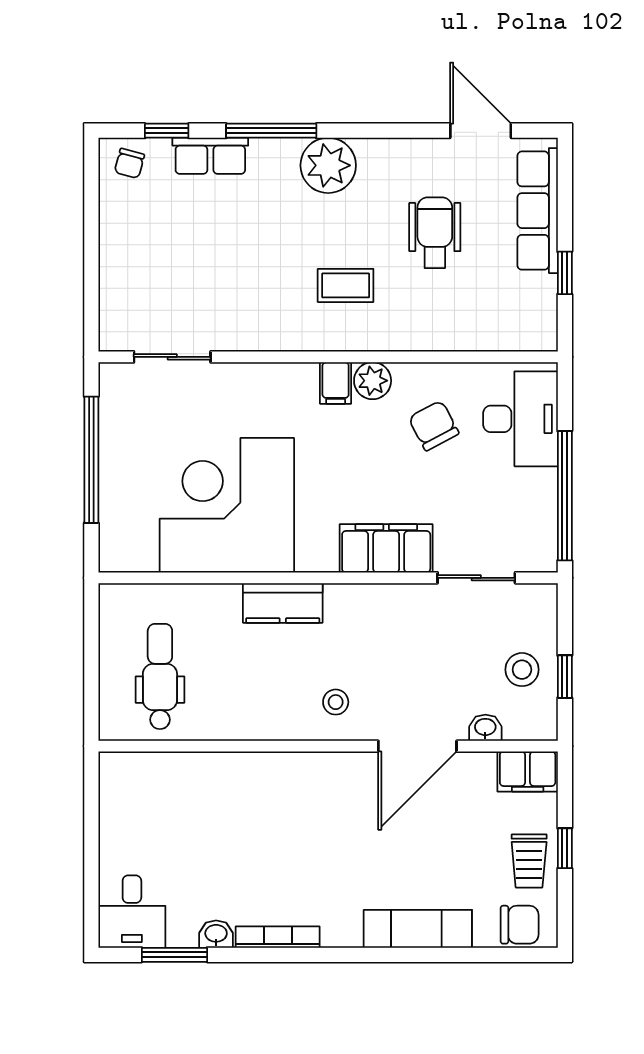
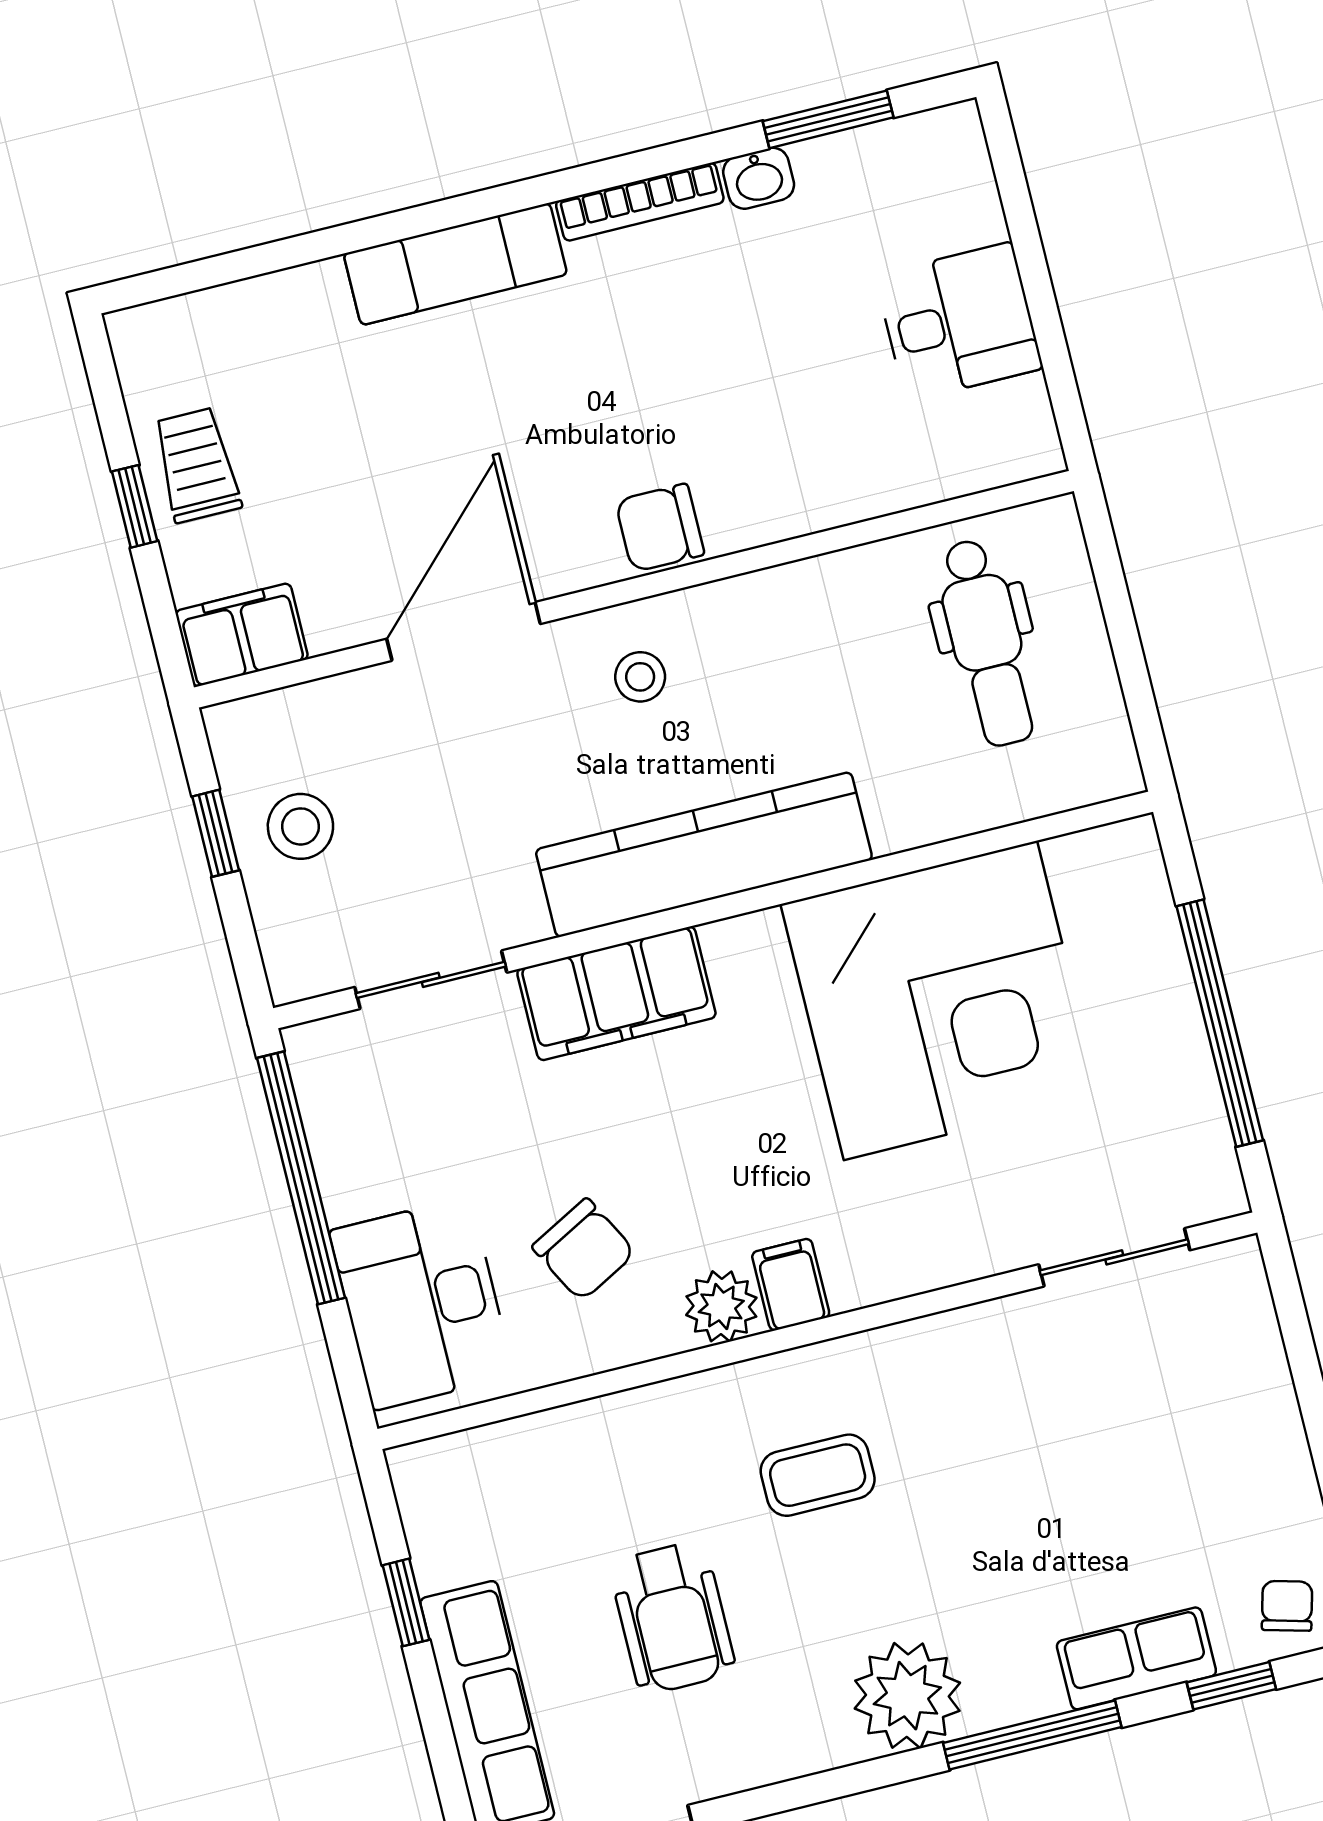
kitchen counter: (283, 603) -> (704, 855), width x2.08, depth x1.17
washbasin: (485, 728) -> (343, 698), removed
desk: (132, 912) -> (959, 322), moved, turned 90
chair: (520, 925) -> (660, 528), moved
exam couch: (418, 929) -> (455, 264), moved

